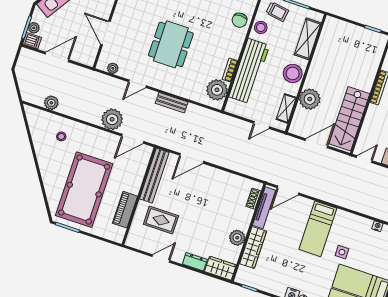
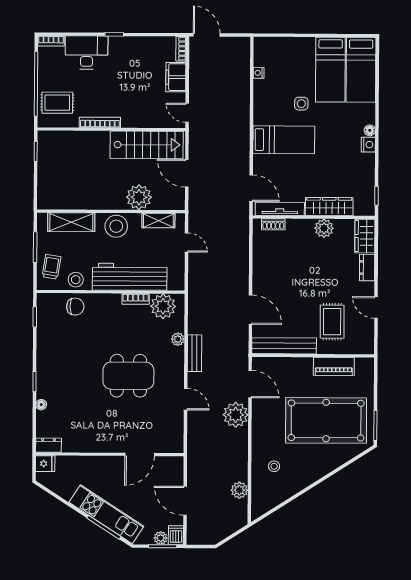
plant: (113, 68) -> (178, 339), moved

